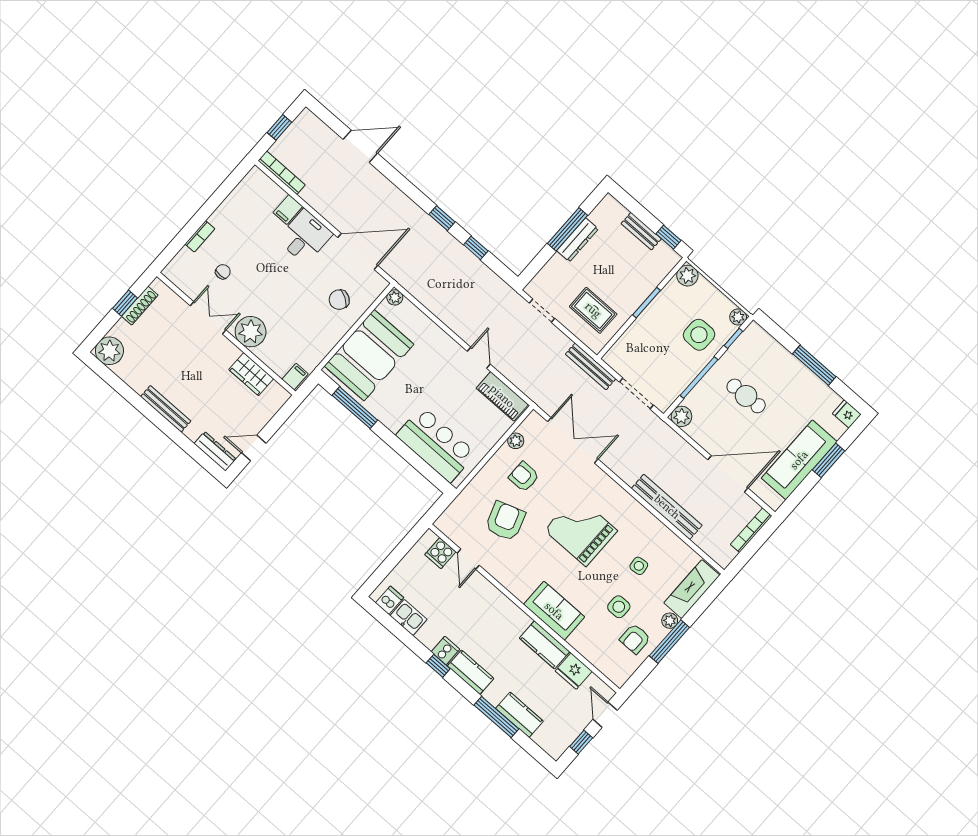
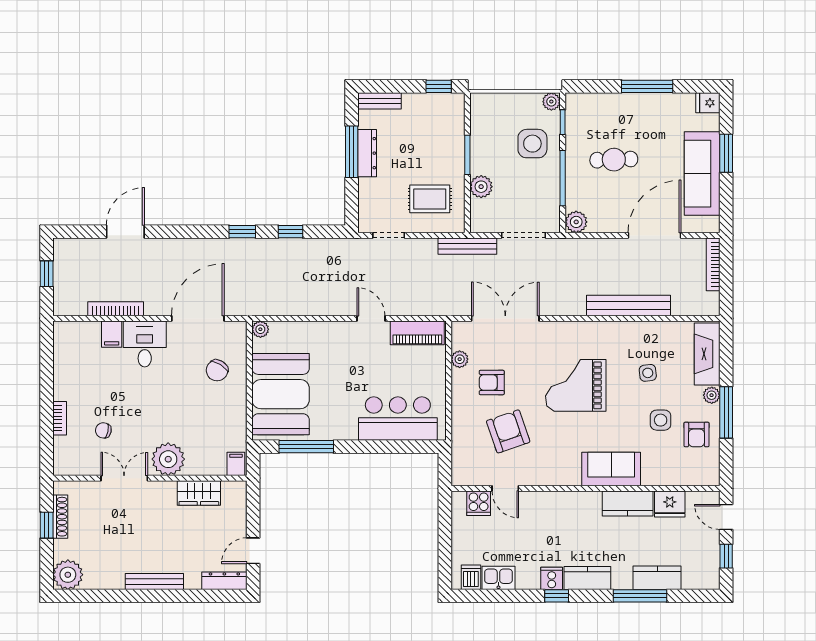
bookcase: (282, 173) -> (116, 309), moved
bench: (641, 231) -> (379, 101), moved
chair: (223, 272) -> (103, 430), turned -78
plant: (687, 276) -> (481, 187), moved

